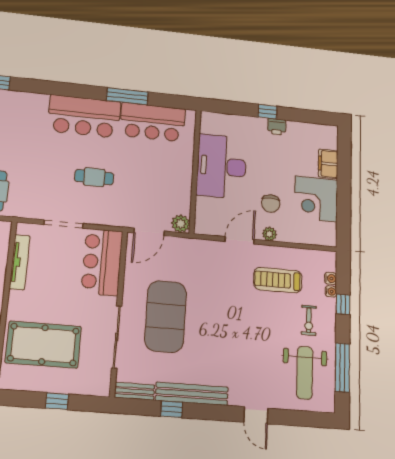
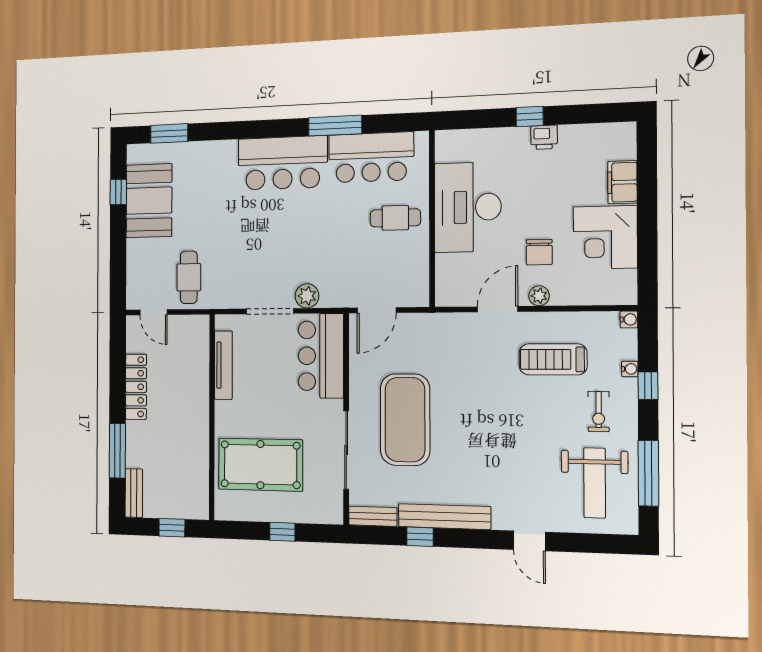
cafe table: (94, 177) -> (395, 218), moved
plant: (181, 224) -> (307, 296), moved
water cooler: (331, 278) -> (629, 319), moved

